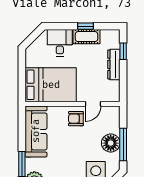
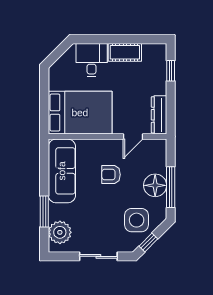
window: (86, 26) -> (124, 39), removed
dresser: (114, 64) -> (159, 115), moved
armchair: (76, 119) -> (111, 175), moved

